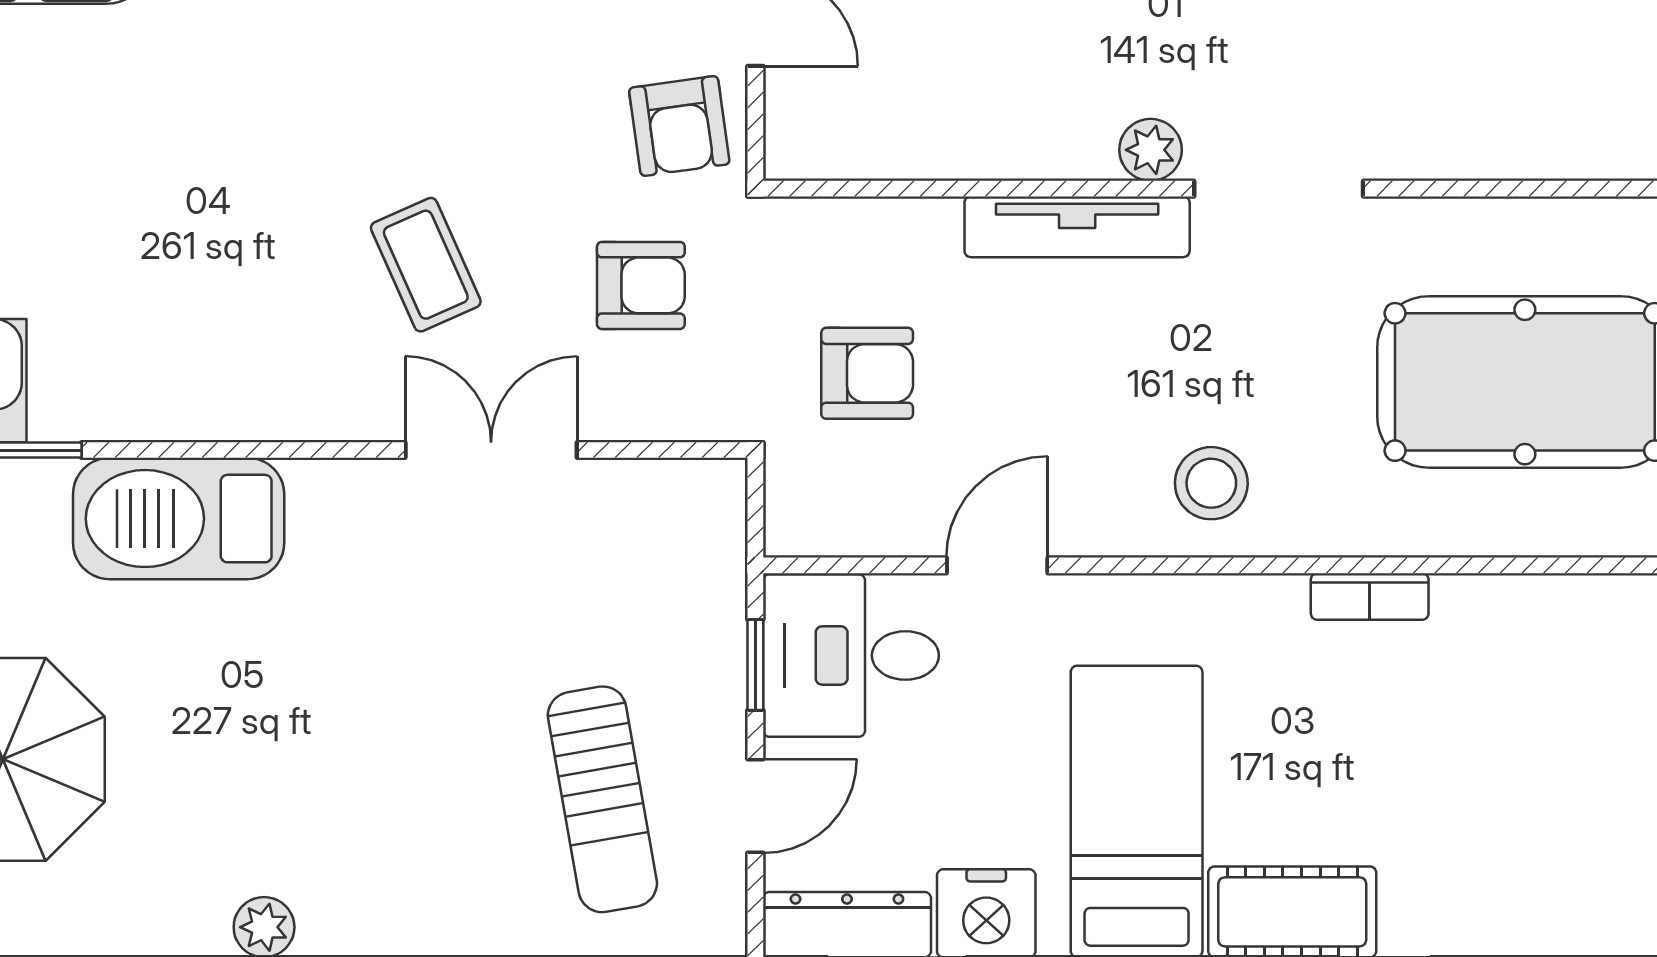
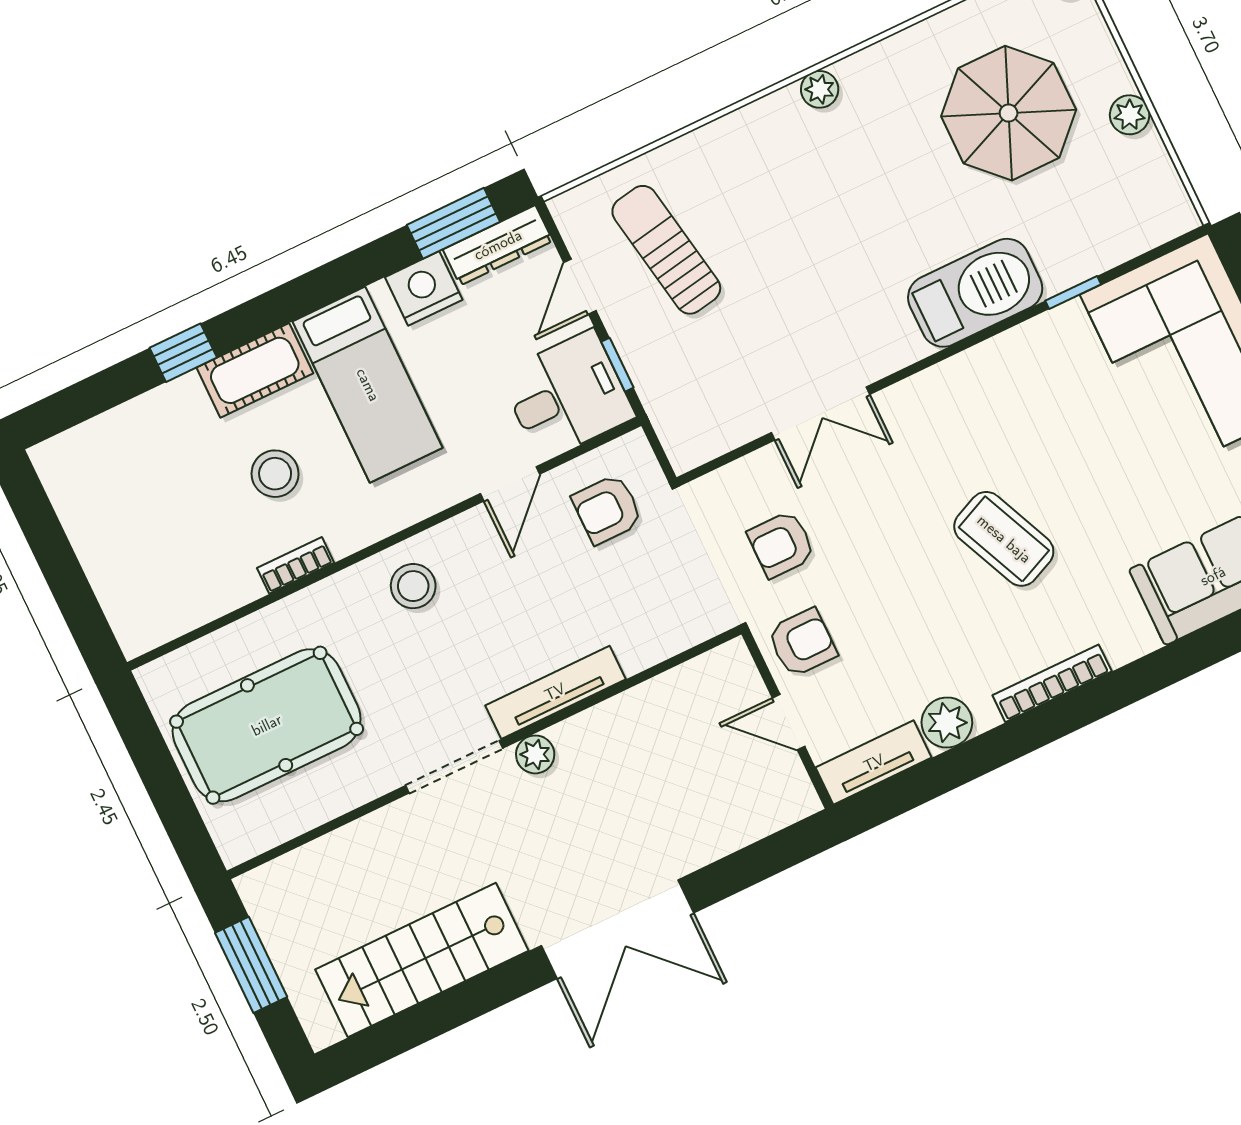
armchair: (679, 126) -> (802, 643), turned 98
coffee table: (426, 265) -> (1004, 539), moved, width x1.36, depth x1.30
armchair: (867, 373) -> (607, 509), moved
stool: (1335, 746) -> (275, 474), added

